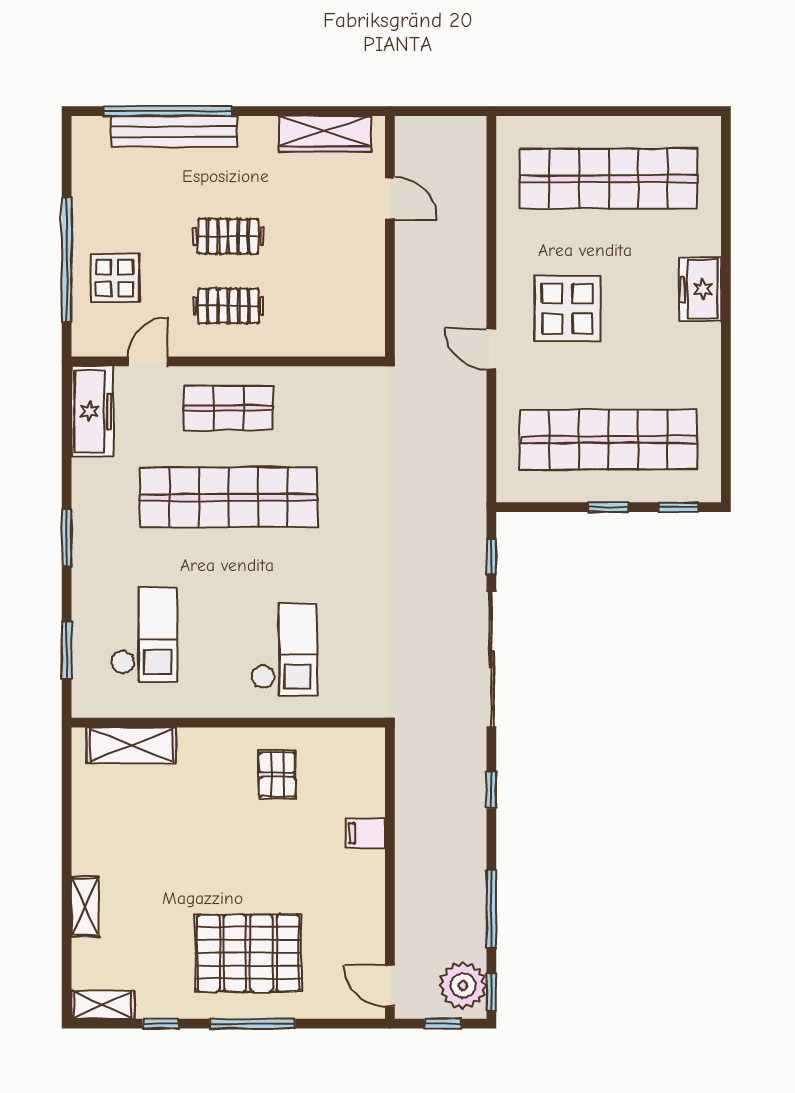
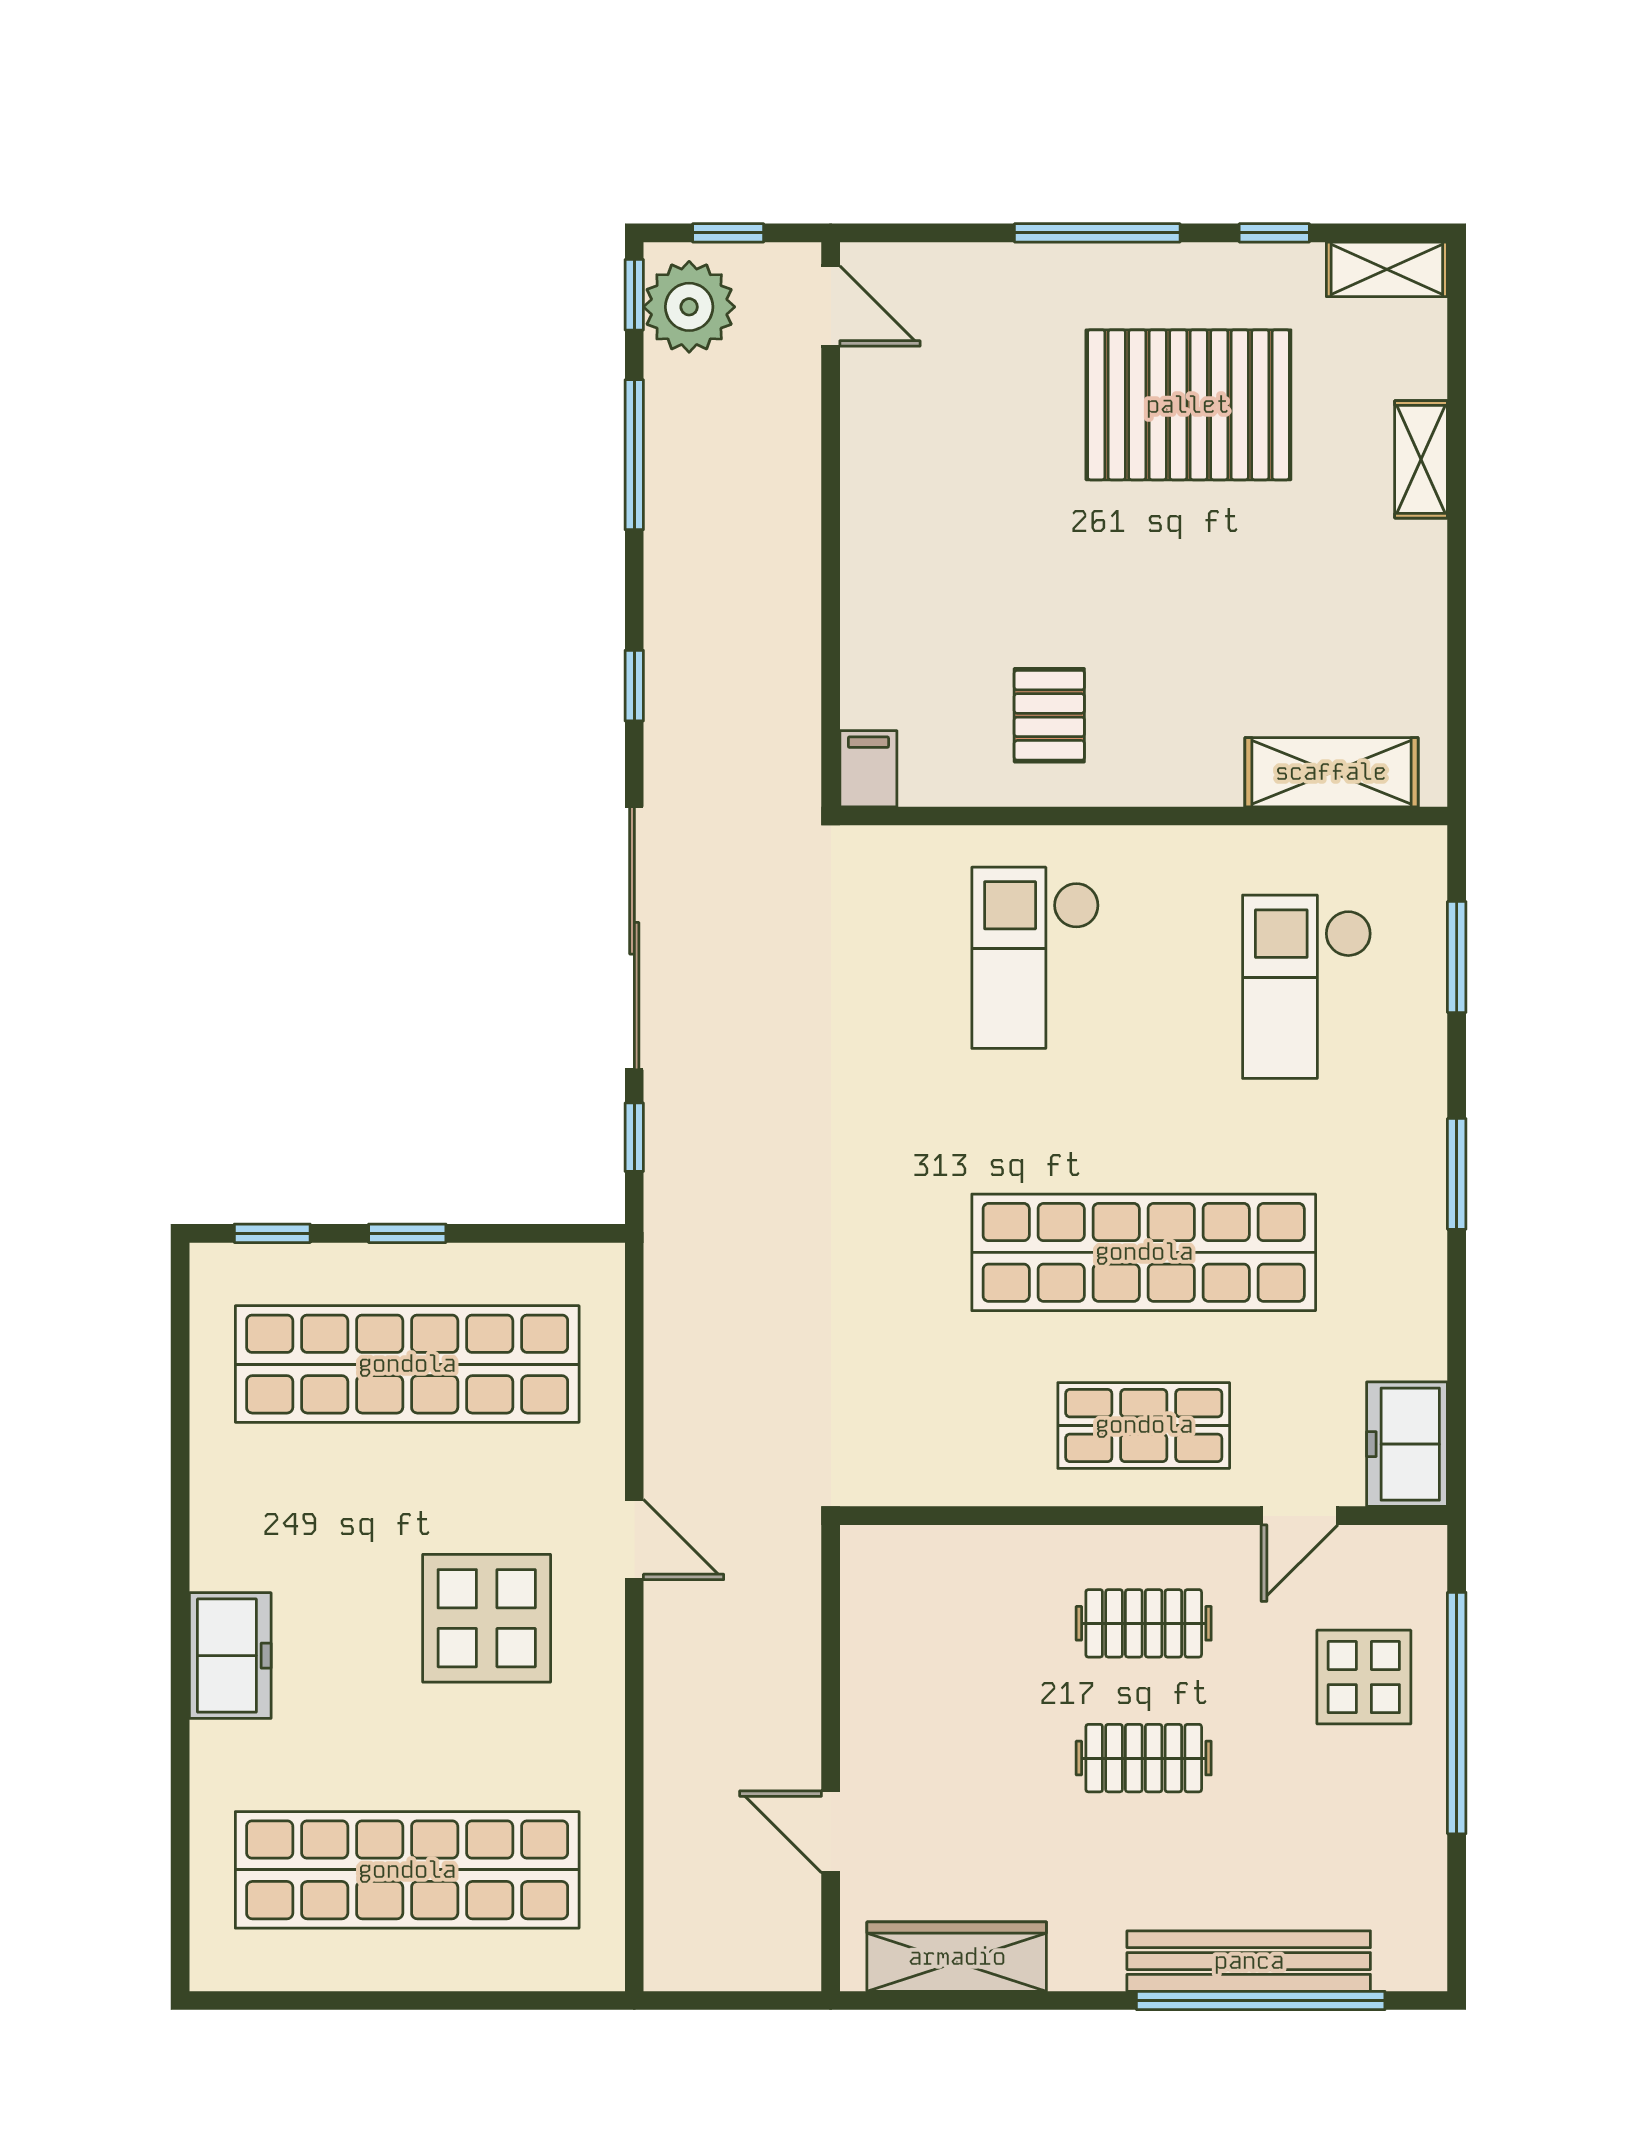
freezer: (92, 411) -> (1407, 1444), width x0.71
filing cabinet: (365, 833) -> (868, 769), moved, turned -90
pallet: (248, 953) -> (1188, 405), moved

